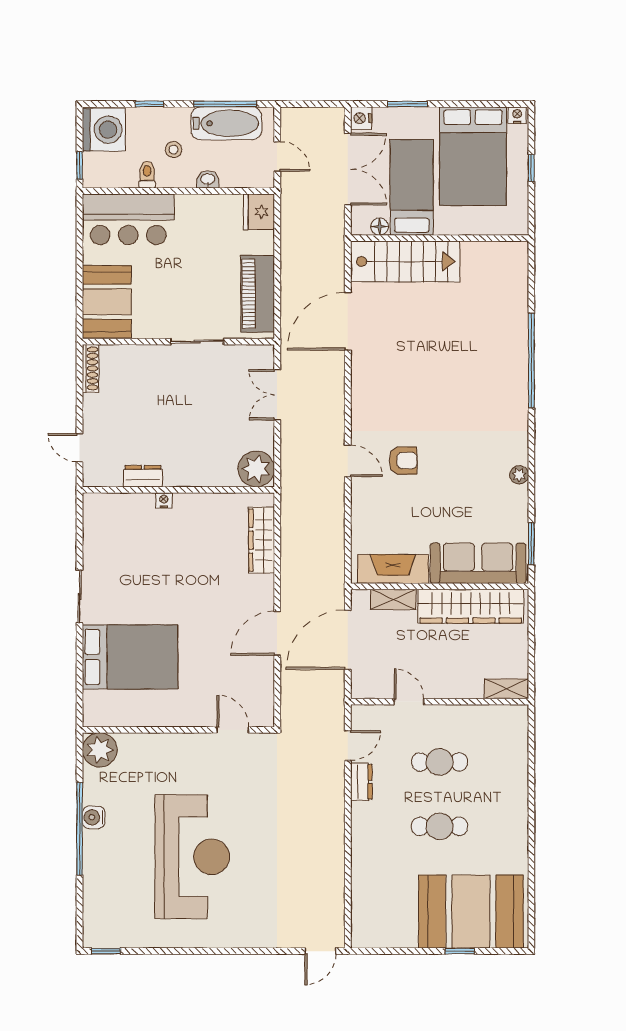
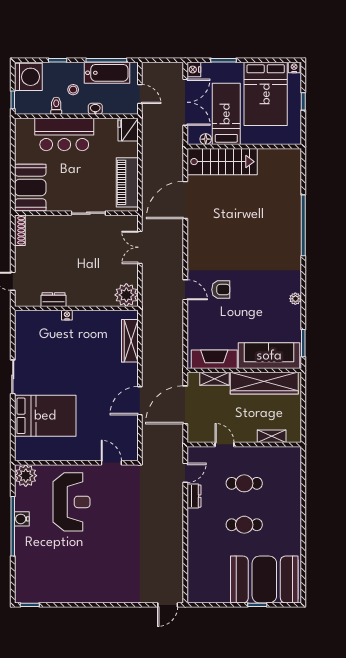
bar counter: (128, 219) -> (64, 134), moved
shelving: (506, 689) -> (272, 436), moved
reception desk: (192, 857) -> (71, 502), moved, width x0.74, depth x0.77

